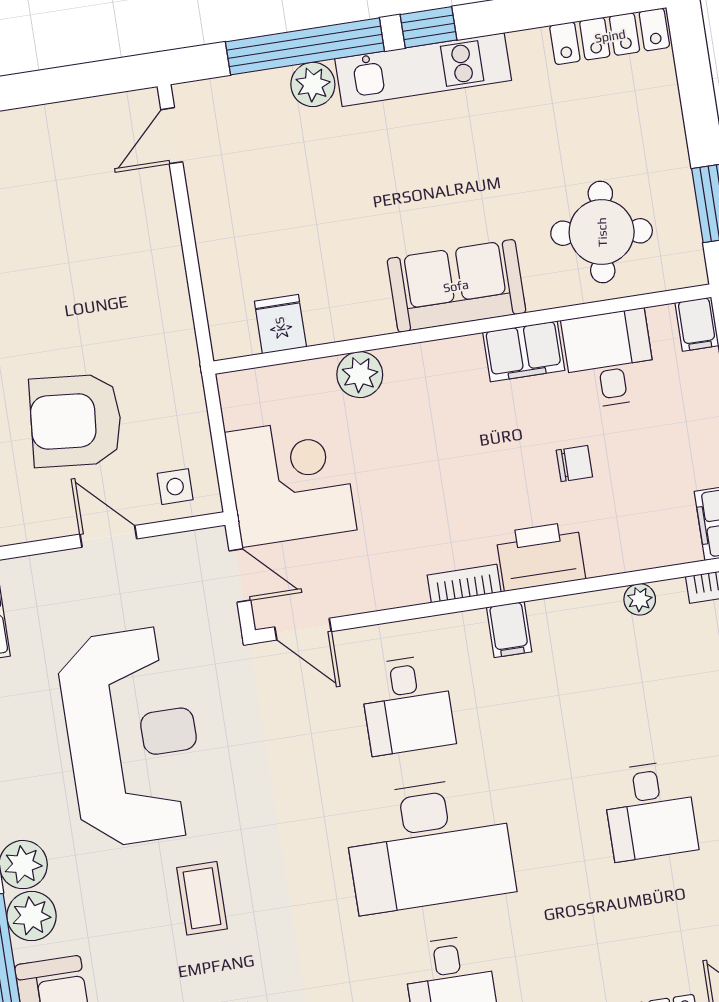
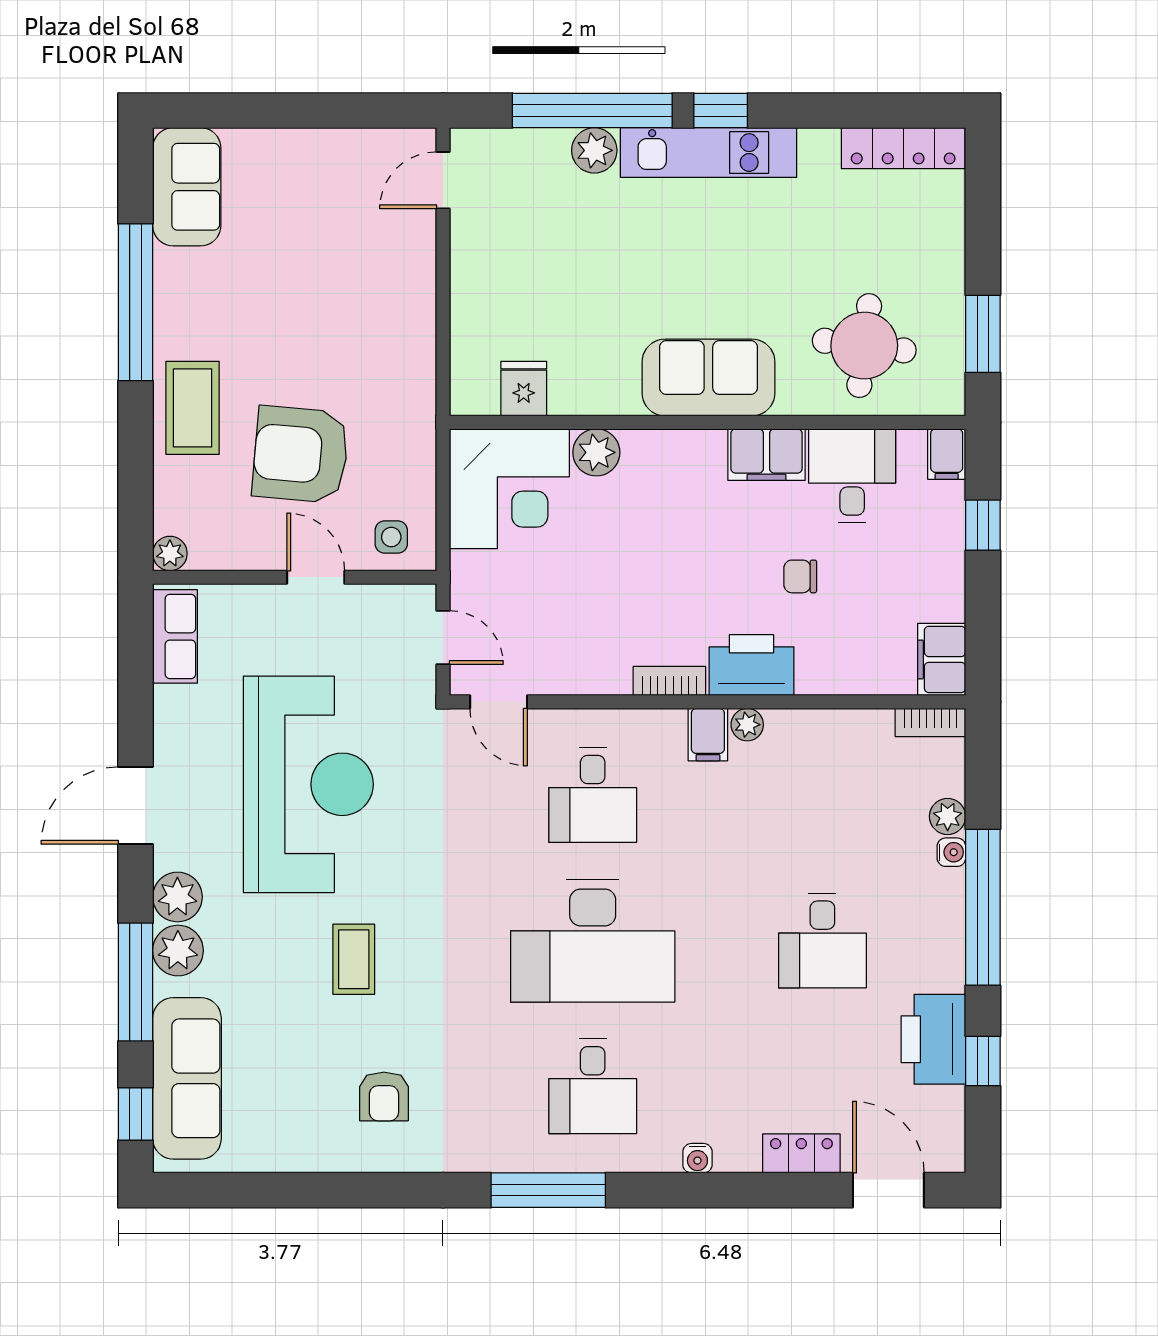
chair: (574, 464) -> (800, 576), turned 180
corner desk: (291, 481) -> (509, 489), moved, turned 90
plant: (640, 599) -> (747, 725), moved

